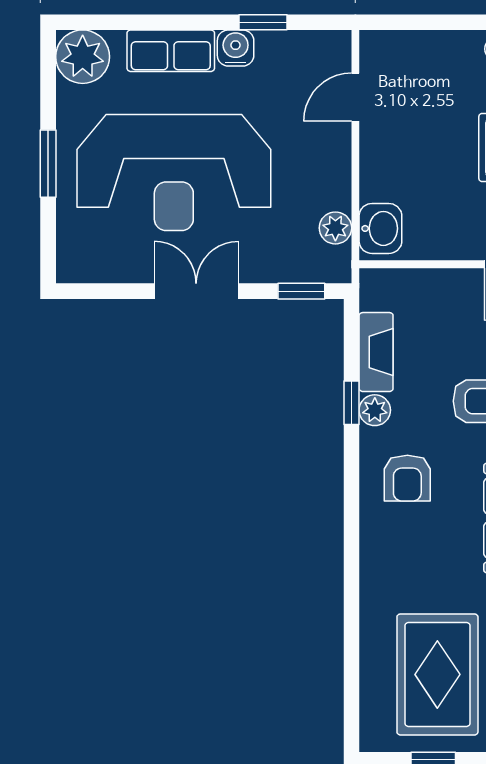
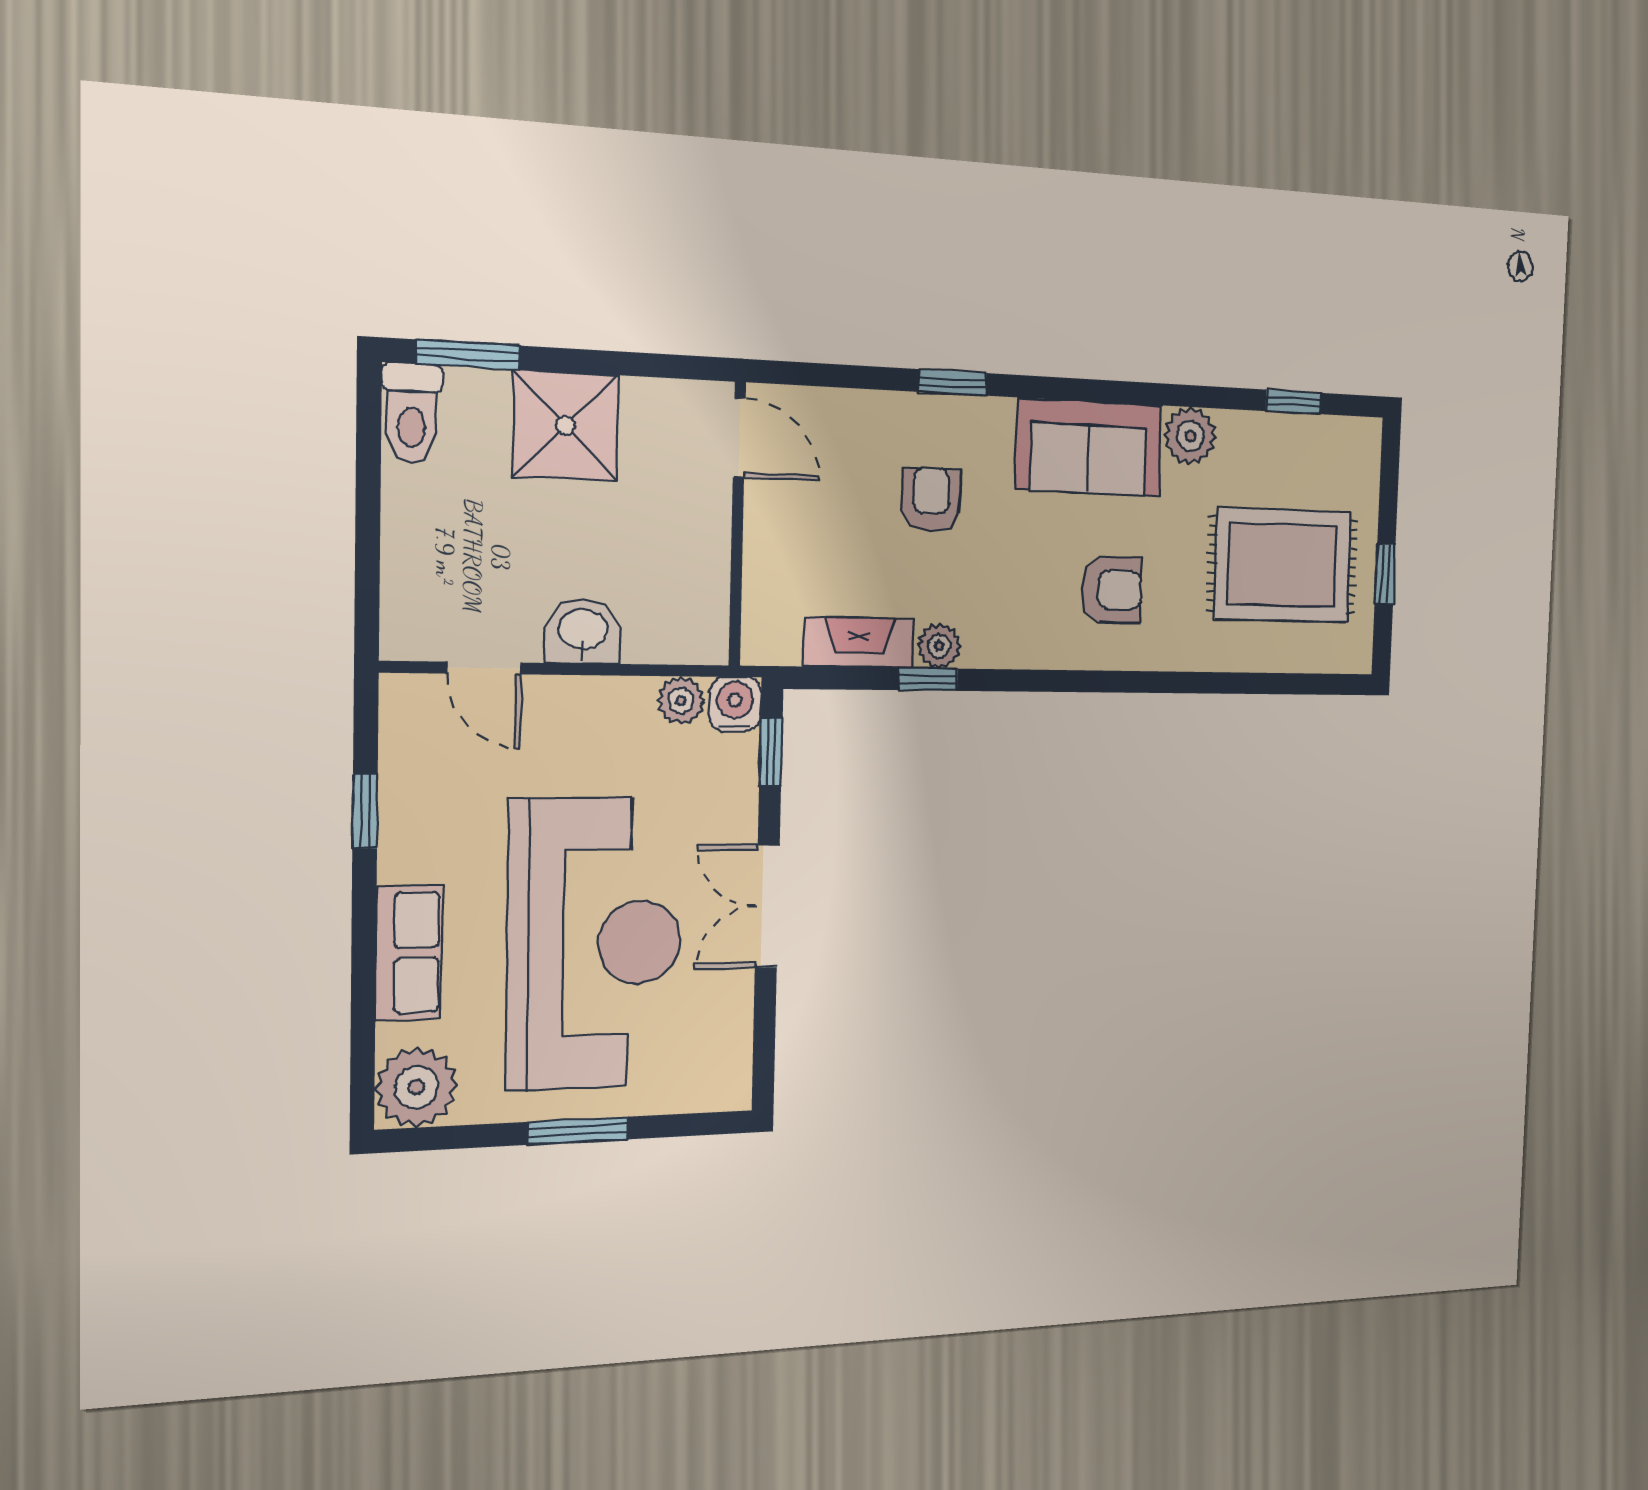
water cooler: (236, 48) -> (735, 704), moved, turned 90
washbasin: (380, 228) -> (583, 631), moved
armchair: (407, 478) -> (1111, 590), moved

